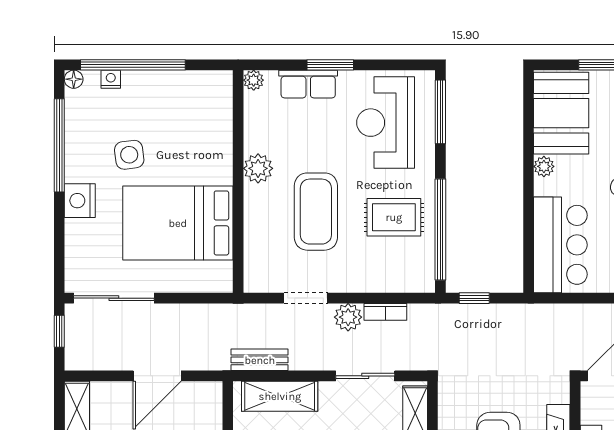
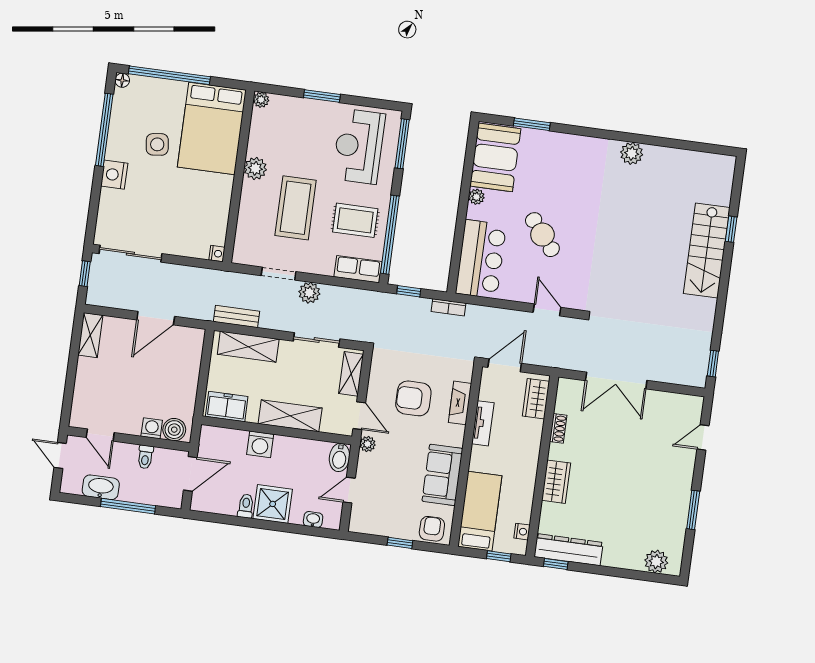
nightstand: (111, 79) -> (217, 254), moved, turned 90
row of seats: (308, 84) -> (358, 269), moved, turned 180
bed: (178, 223) -> (212, 128), moved, turned -90
bookcase: (385, 312) -> (448, 307), moved

